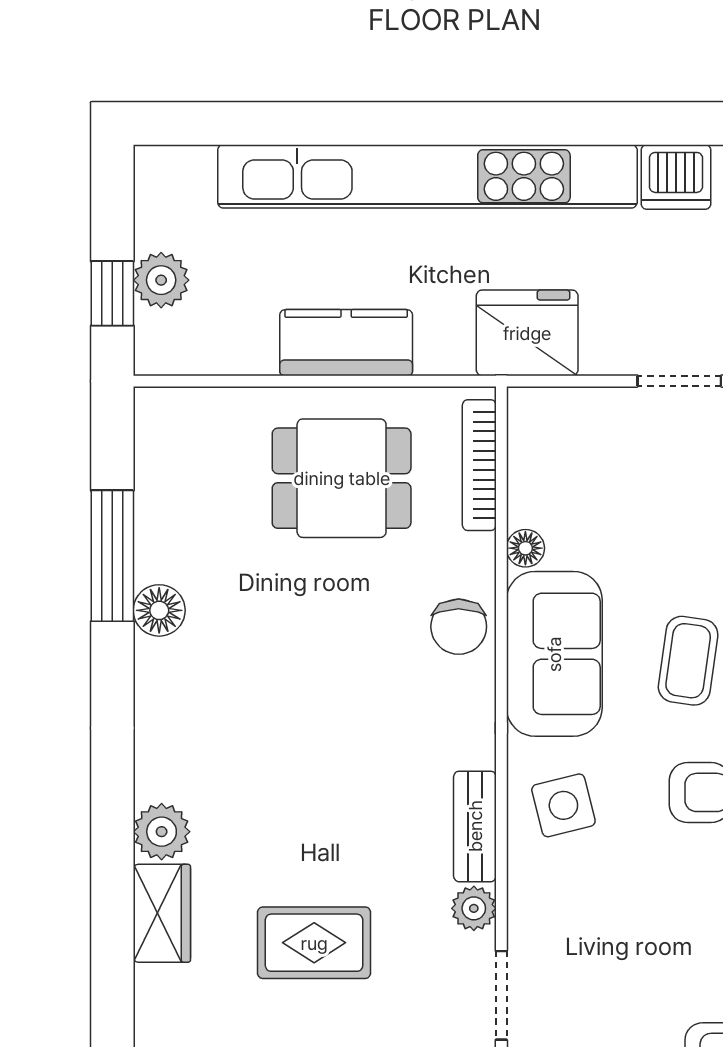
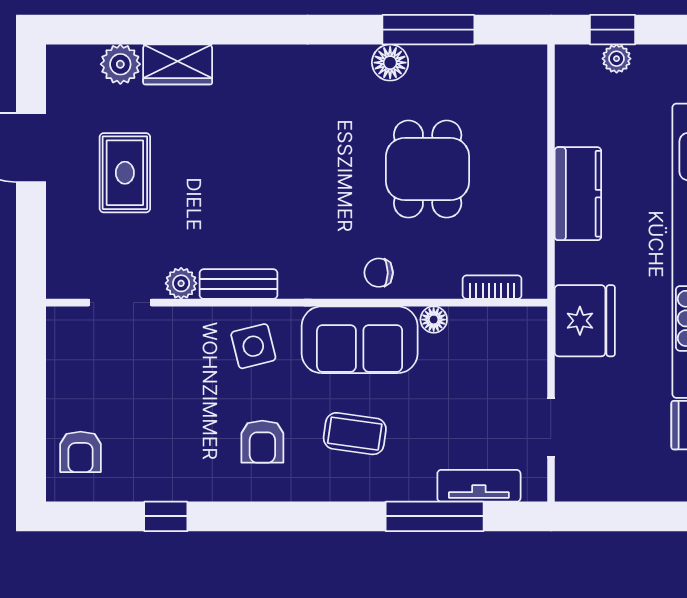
plant: (161, 280) -> (617, 59), width x0.73, depth x0.73
bookcase: (479, 465) -> (492, 287), width x0.64
dining table: (342, 478) -> (428, 169), moved
chair: (459, 627) -> (379, 273), width x0.73, depth x0.73
plant: (162, 832) -> (120, 64), moved
rug: (314, 943) -> (125, 173), moved

